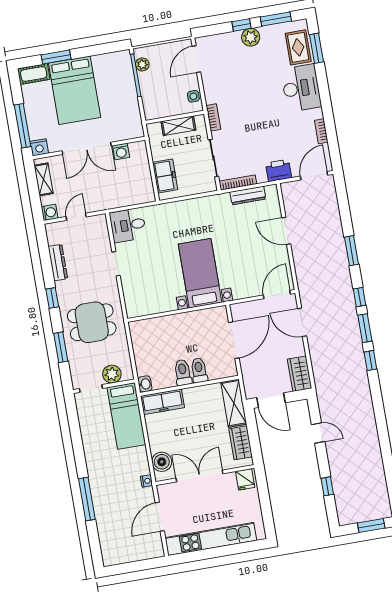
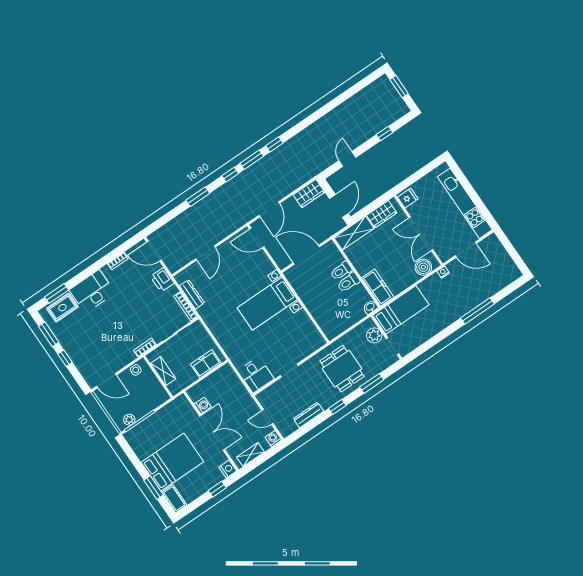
plant: (251, 37) -> (71, 347), removed
window: (22, 126) -> (217, 489), width x0.46

